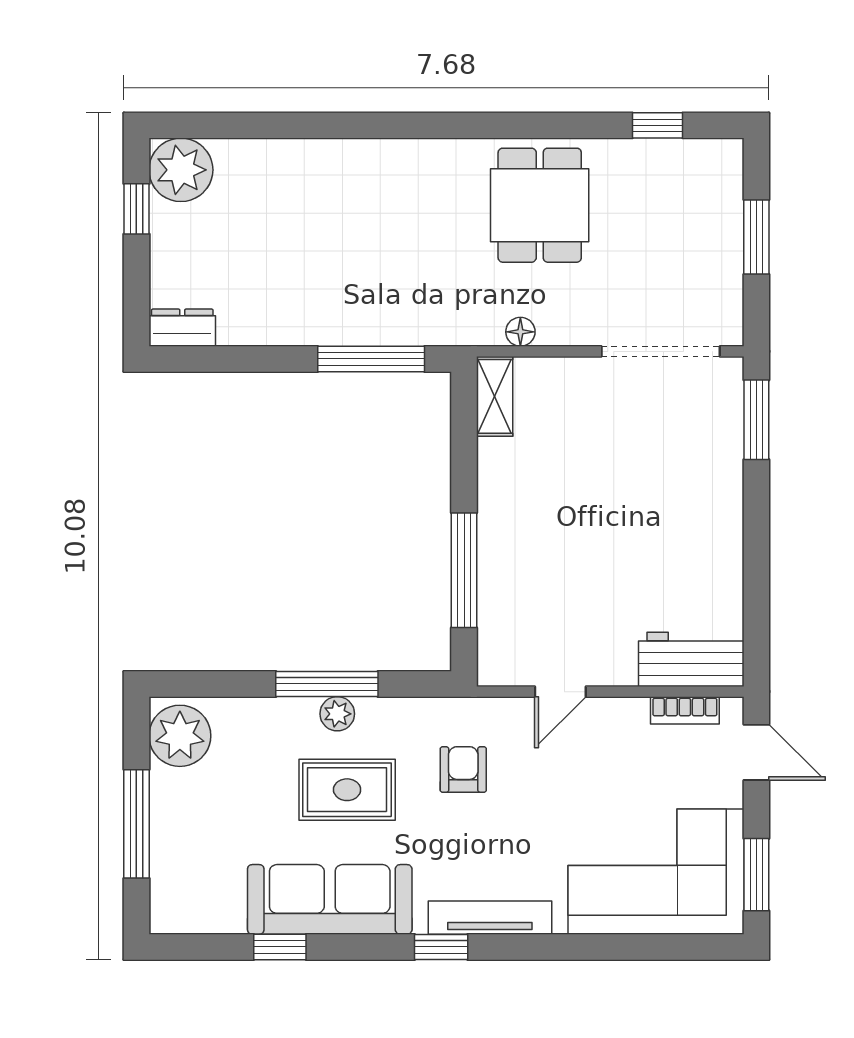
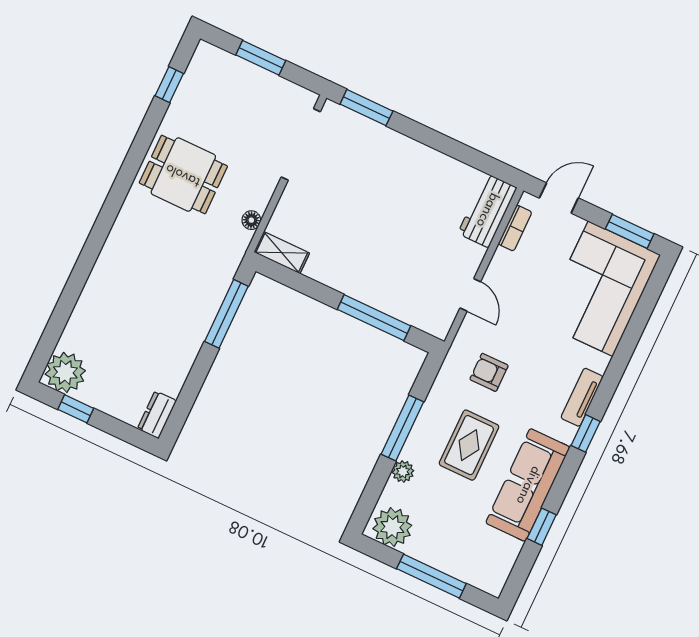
plant: (337, 714) -> (403, 472), moved
tv unit: (490, 918) -> (582, 397), width x0.71

